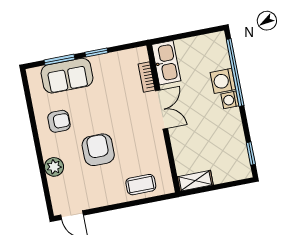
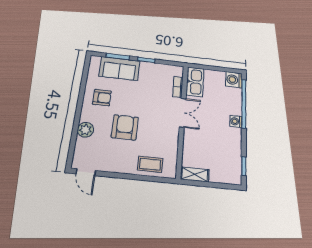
washing machine: (223, 81) -> (234, 80), moved

